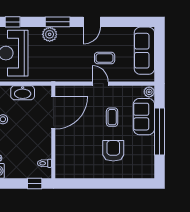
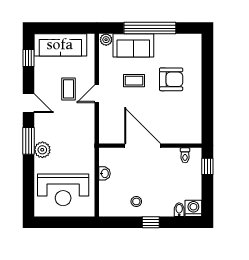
window: (13, 22) -> (29, 58), moved
washbasin: (23, 93) -> (104, 173), width x0.52, depth x0.69
door: (53, 113) -> (143, 146), moved
armchair: (113, 151) -> (171, 79), turned 180

